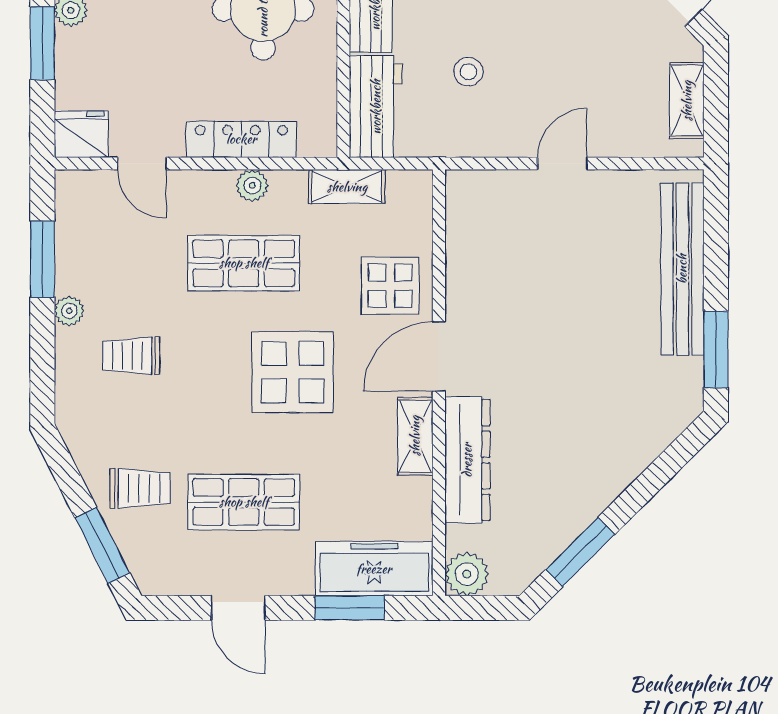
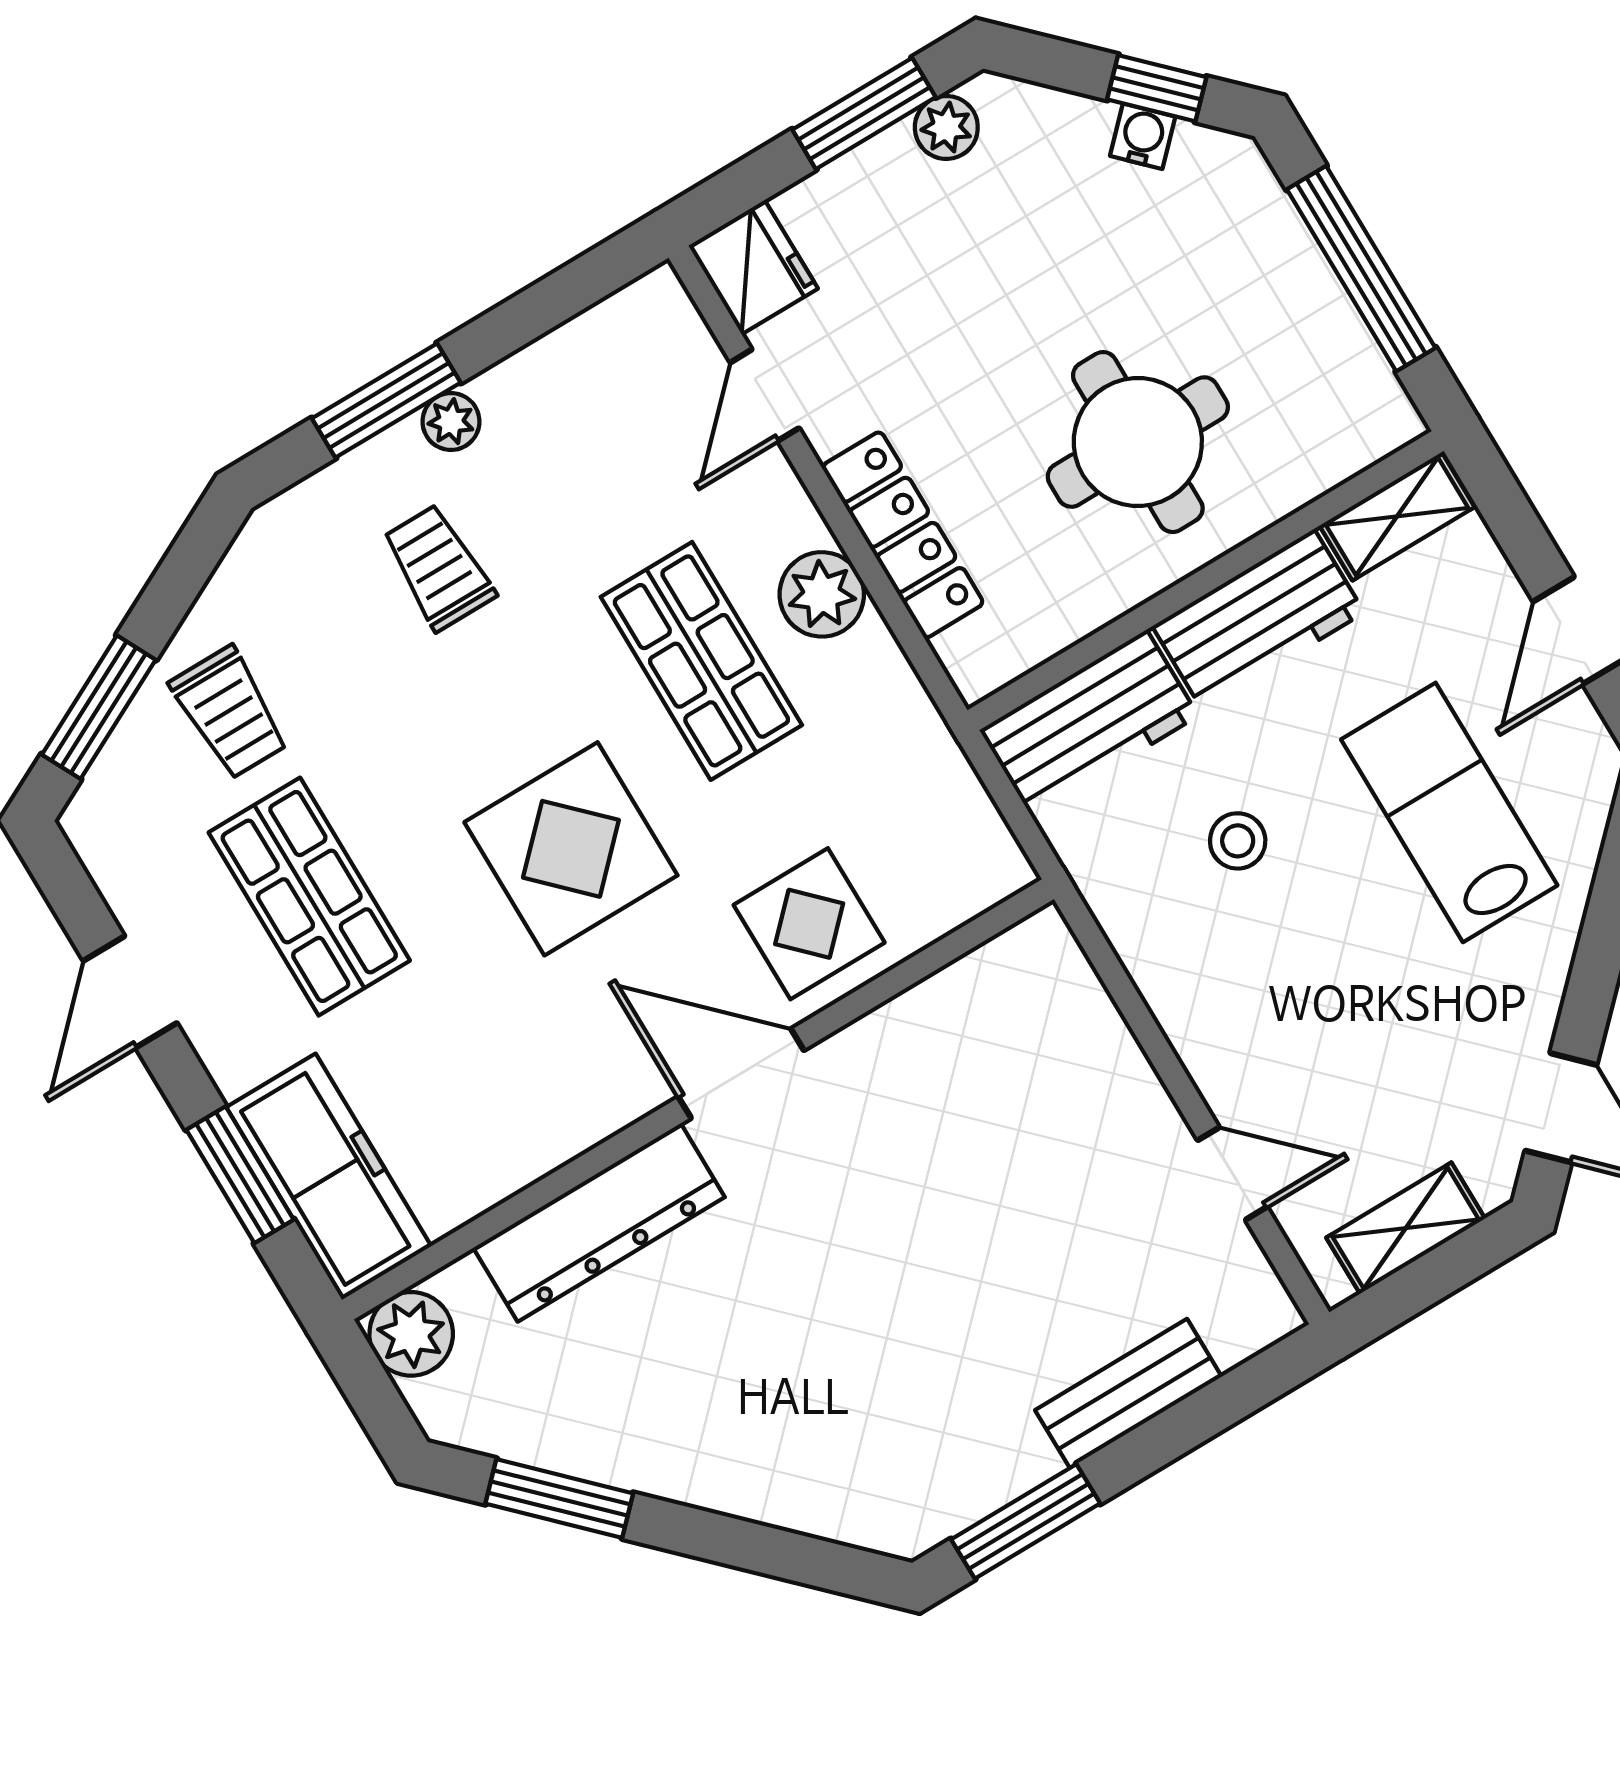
door: (562, 163) -> (1232, 1174), moved
plant: (252, 185) -> (822, 594), width x1.38, depth x1.38
shelving: (347, 187) -> (929, 754), removed
window: (42, 259) -> (386, 400), moved
bench: (682, 269) -> (1128, 1393), width x0.54, depth x0.82
shelving: (415, 436) -> (587, 1114), removed

